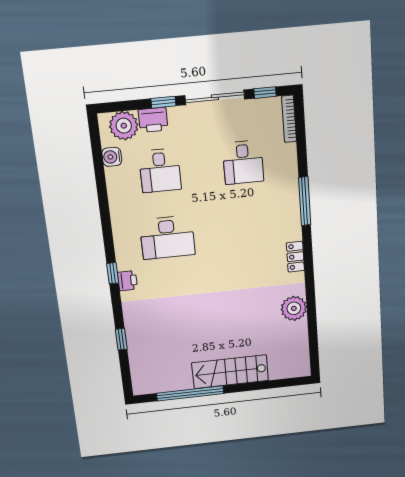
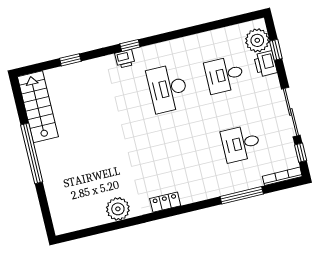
window: (163, 102) -> (276, 50), moved
water cooler: (112, 157) -> (230, 33), removed
window: (305, 201) -> (242, 195), moved
stairs: (230, 372) -> (38, 107), moved
window: (190, 393) -> (32, 153), moved

